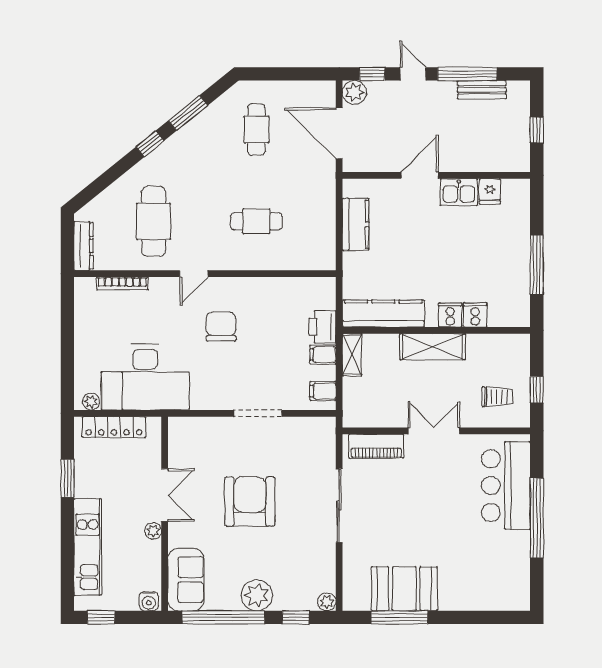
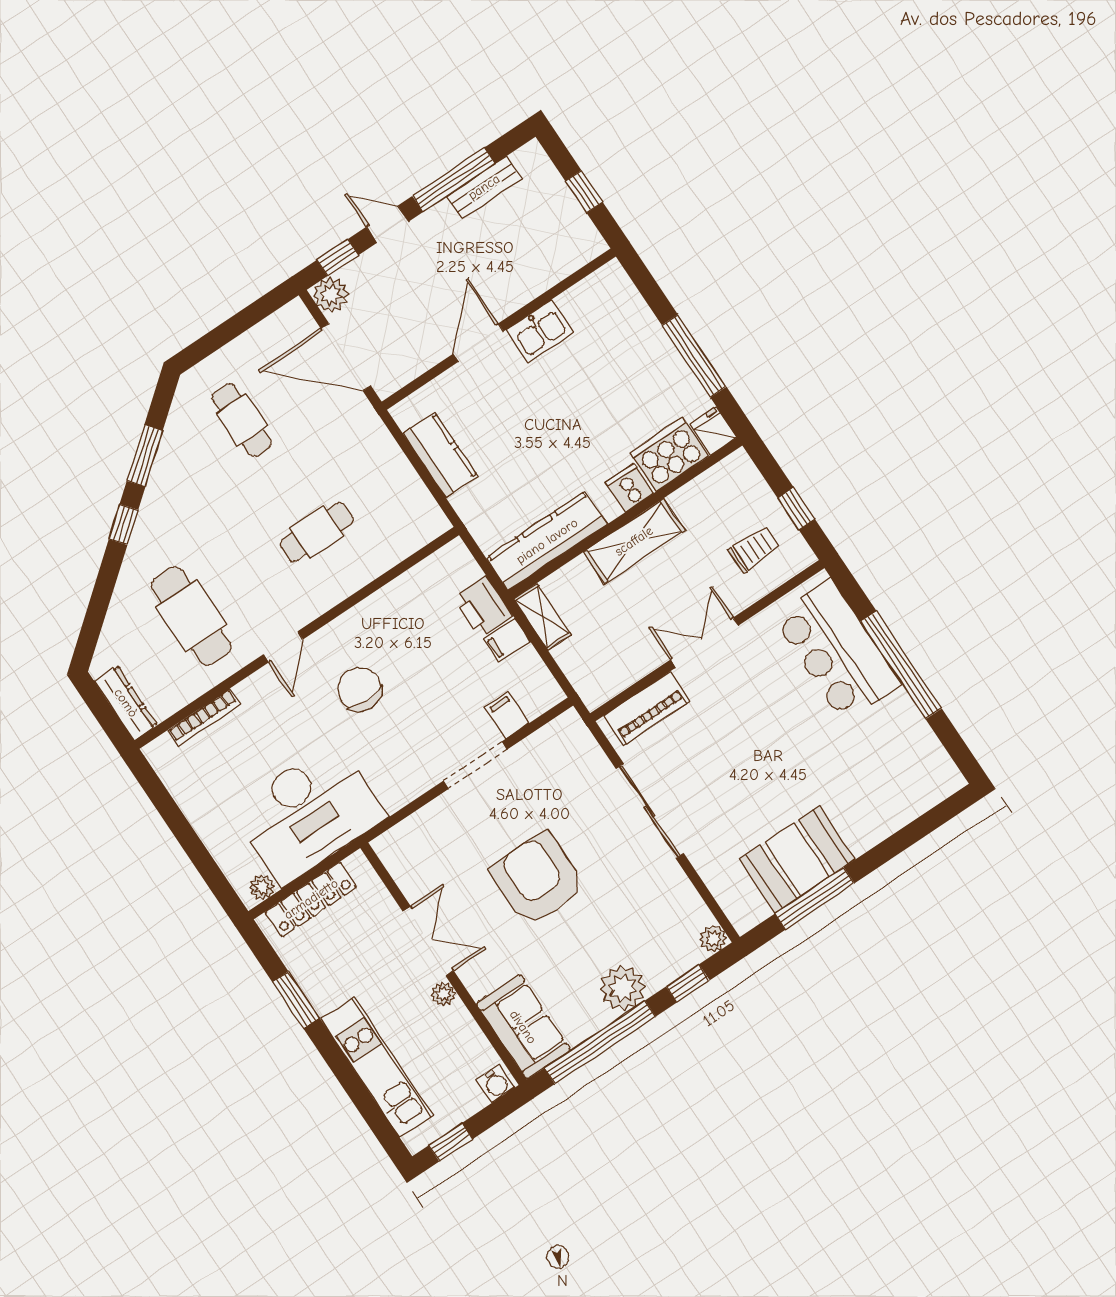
fridge: (490, 191) -> (714, 431), moved, turned 180
cooker: (475, 315) -> (669, 455), width x1.87, depth x1.31
filing cabinet: (323, 391) -> (507, 715), moved, turned 90

